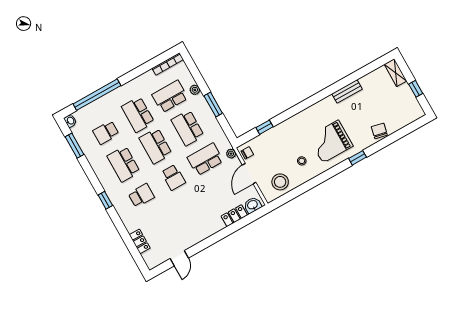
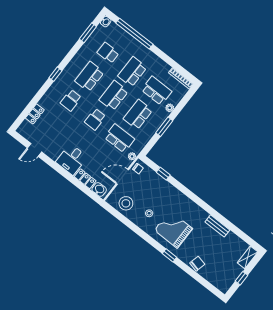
school desk: (141, 195) -> (71, 100), turned 90
desk: (207, 222) -> (72, 159), added

